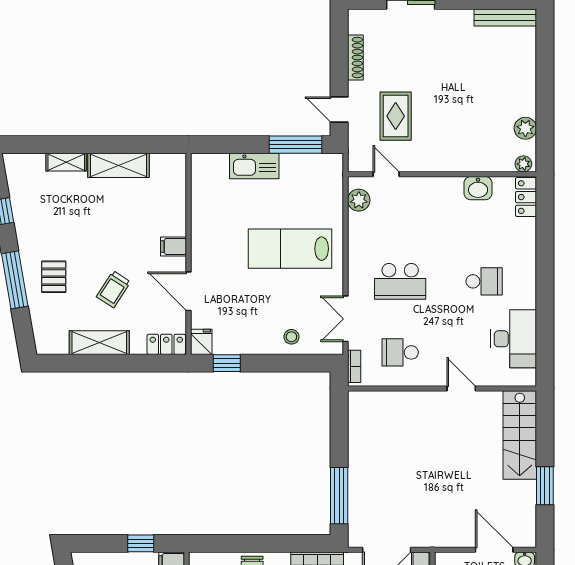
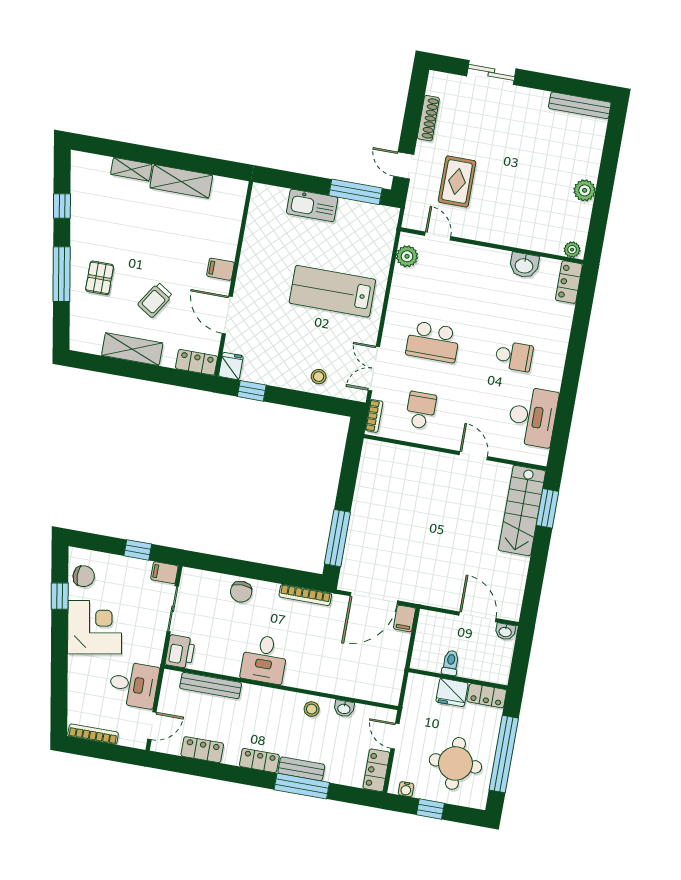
plant: (525, 128) -> (585, 190), moved
school desk: (400, 352) -> (421, 410), turned 90
window: (545, 486) -> (547, 508), moved

